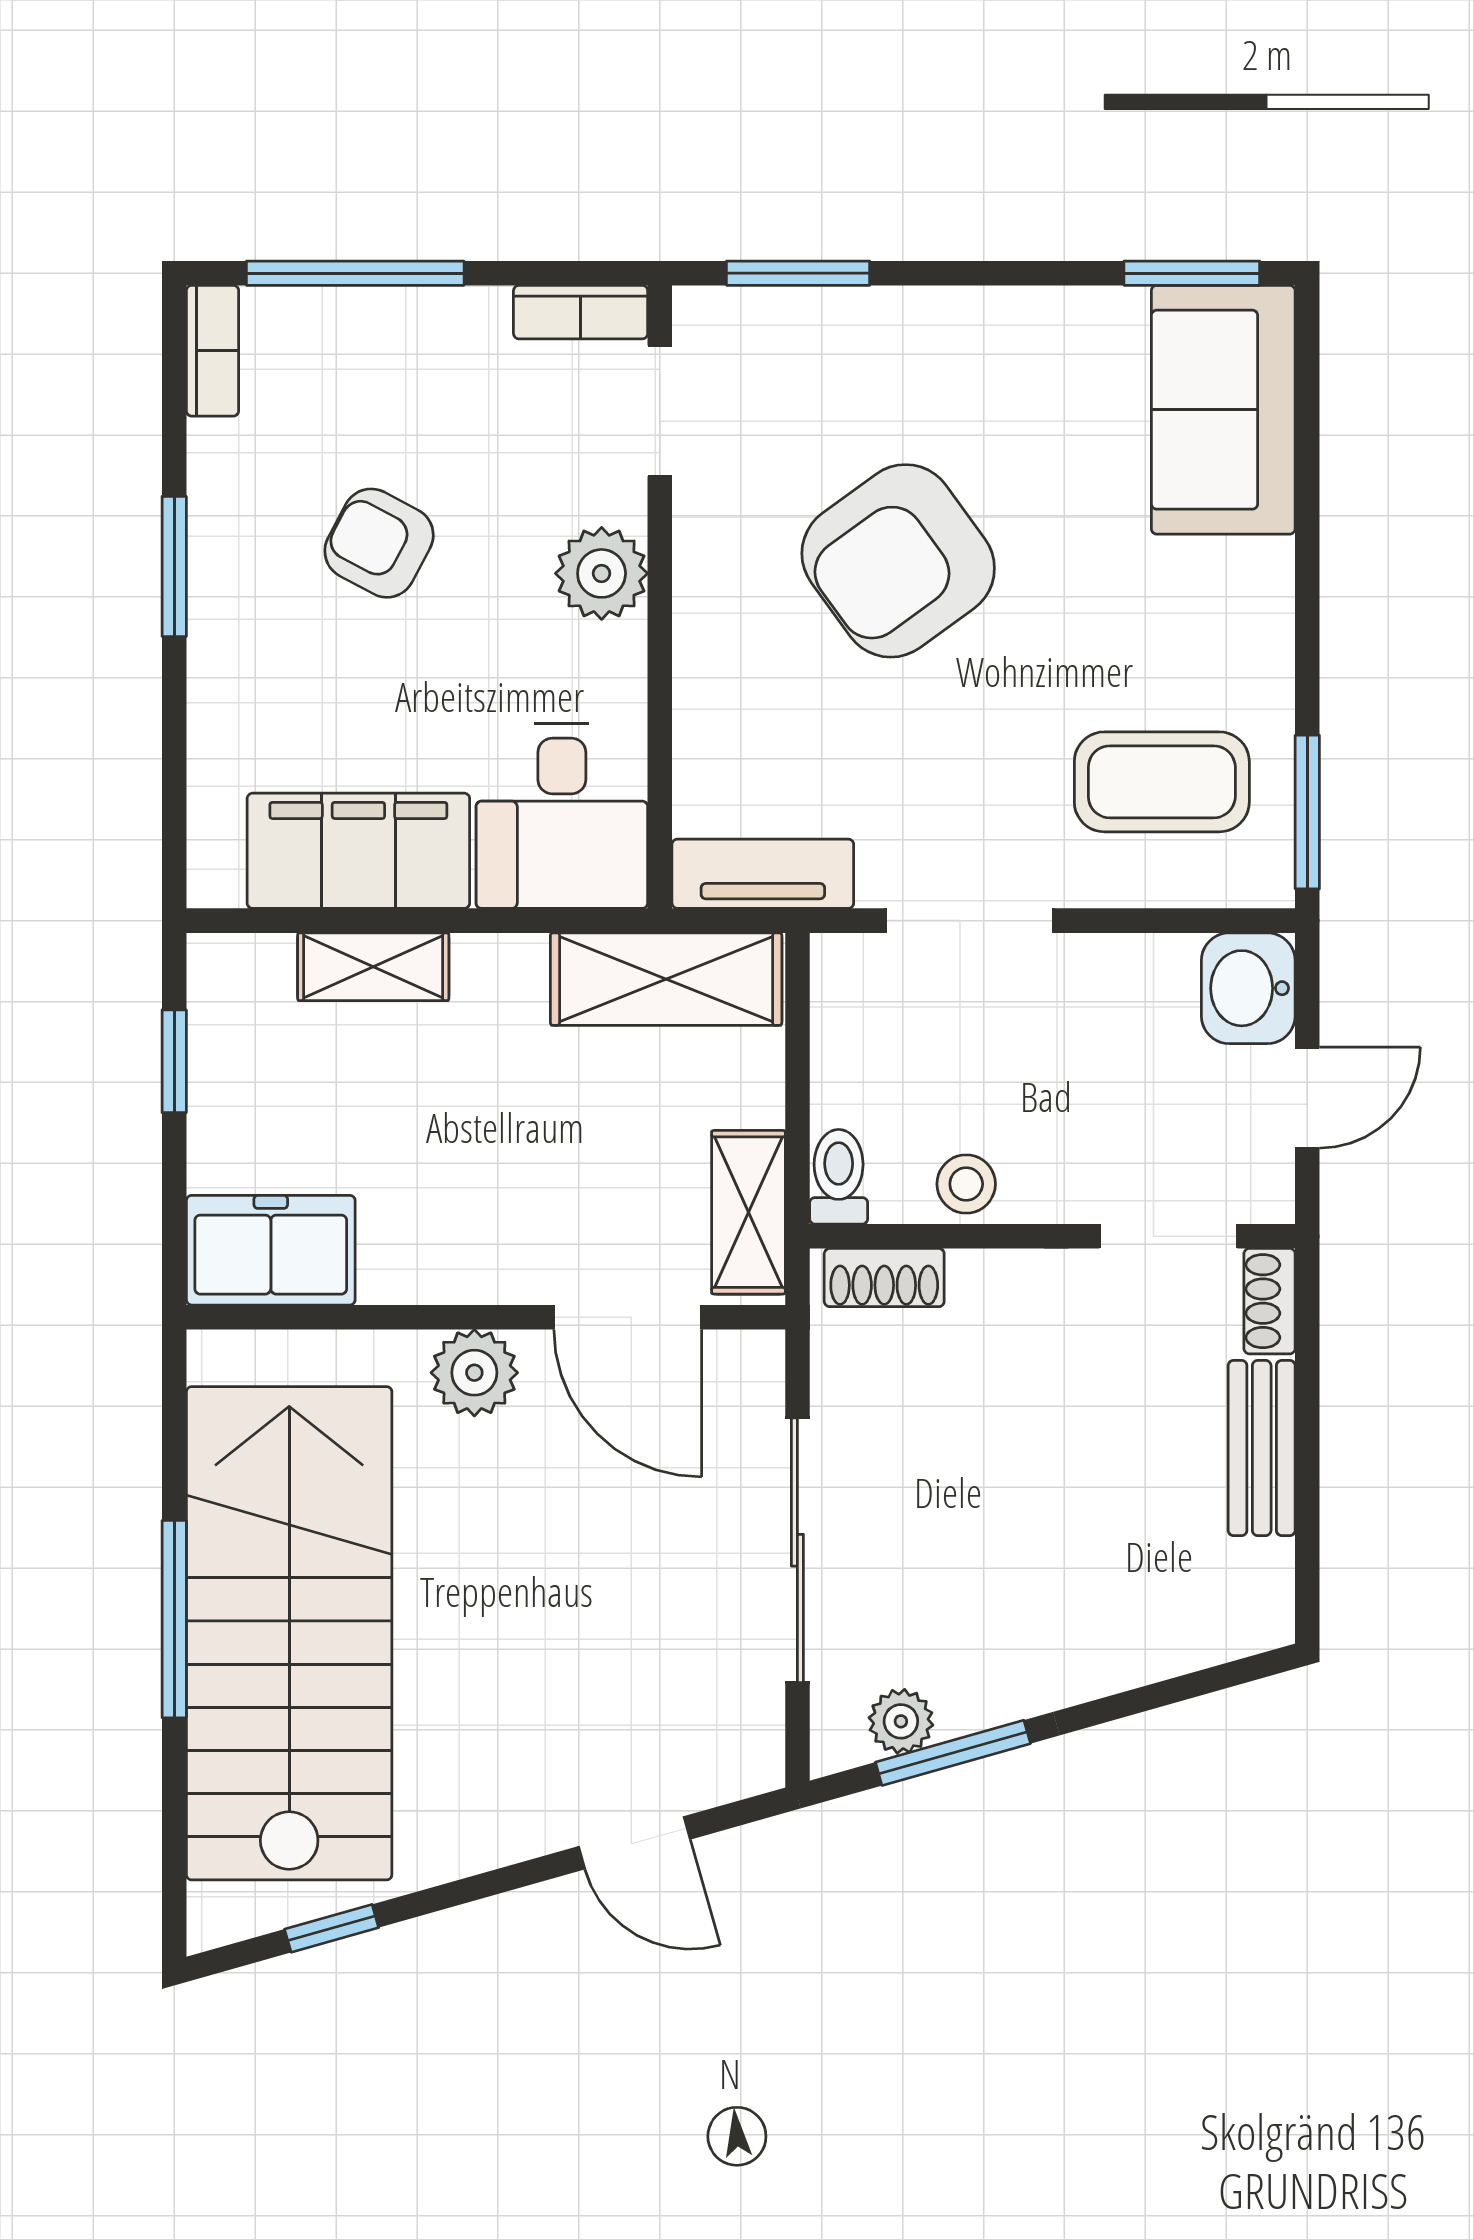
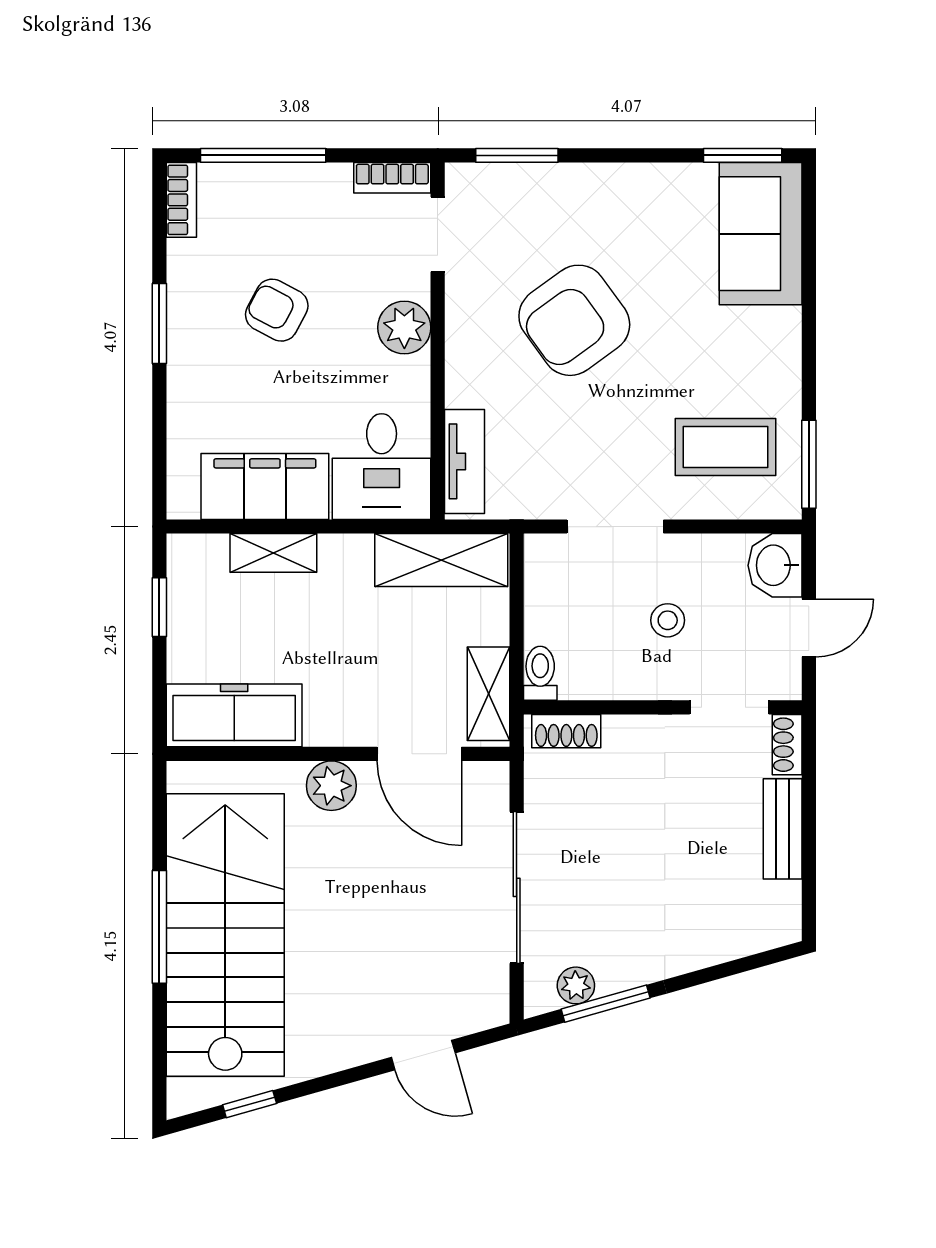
tv unit: (763, 874) -> (465, 461), moved, turned 90
stool: (966, 1184) -> (668, 620), moved
freezer: (271, 1250) -> (234, 715), width x1.40

